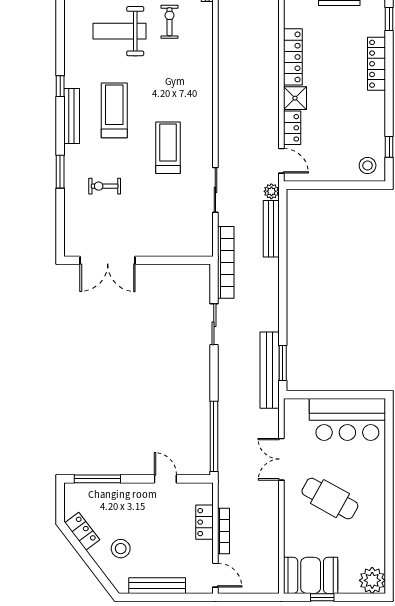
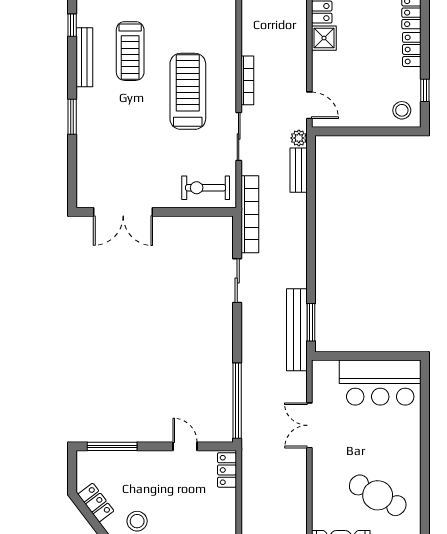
treadmill: (114, 110) -> (130, 51), turned 180
locker: (292, 128) -> (412, 49), moved, turned 180
treadmill: (168, 148) -> (188, 91), width x1.37, depth x1.38
exercise bike: (105, 186) -> (206, 188), moved, width x1.38, depth x1.39
bench: (271, 229) -> (299, 170), width x0.73
cafe table: (330, 499) -> (378, 495), moved
locker: (205, 522) -> (227, 470), moved
bookcase: (223, 531) -> (247, 80), moved

